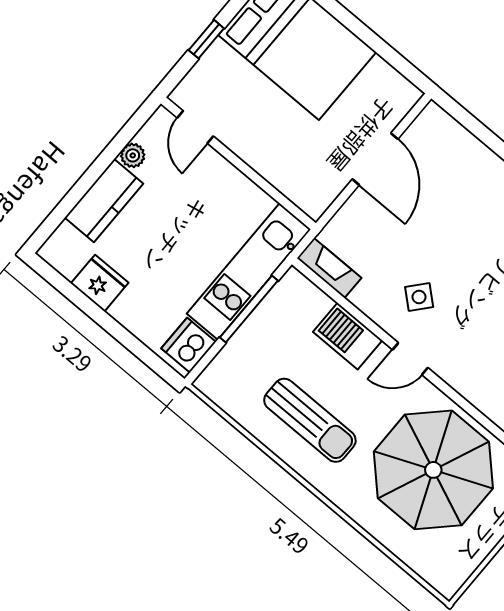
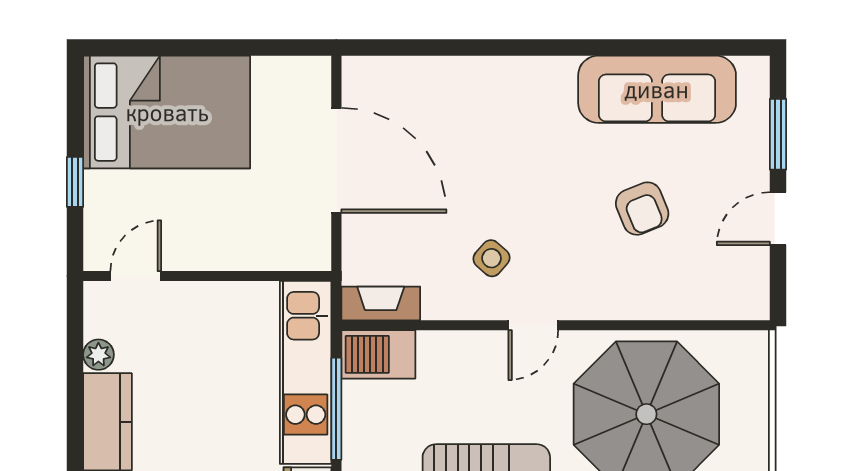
door: (195, 127) -> (136, 276), swing flipped
door: (375, 159) -> (336, 160), width x1.36
barbecue: (348, 336) -> (378, 354), moved

